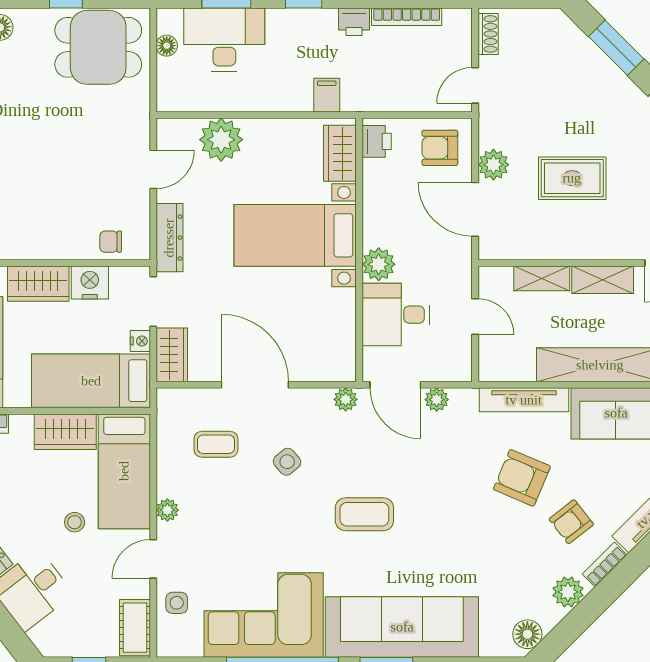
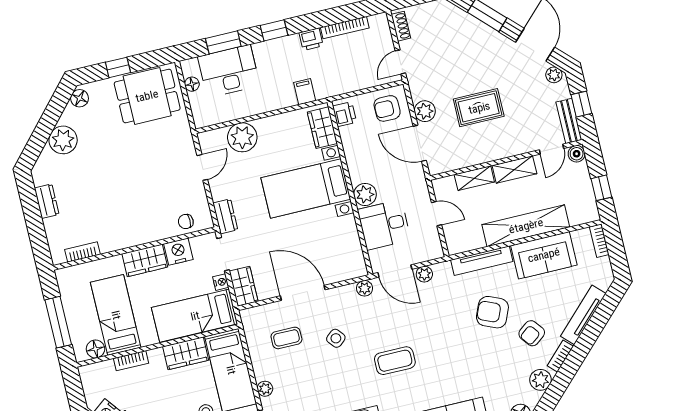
dresser: (169, 238) -> (225, 216), width x0.70

